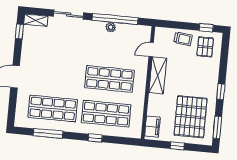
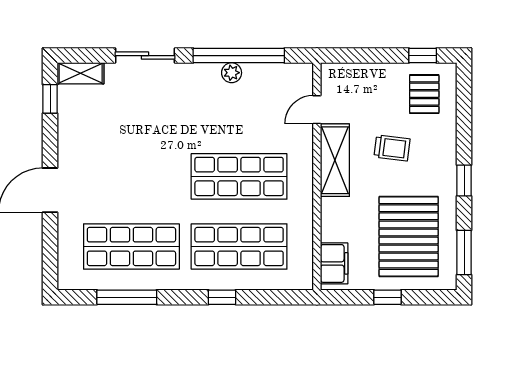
trolley: (183, 39) -> (392, 148), moved

